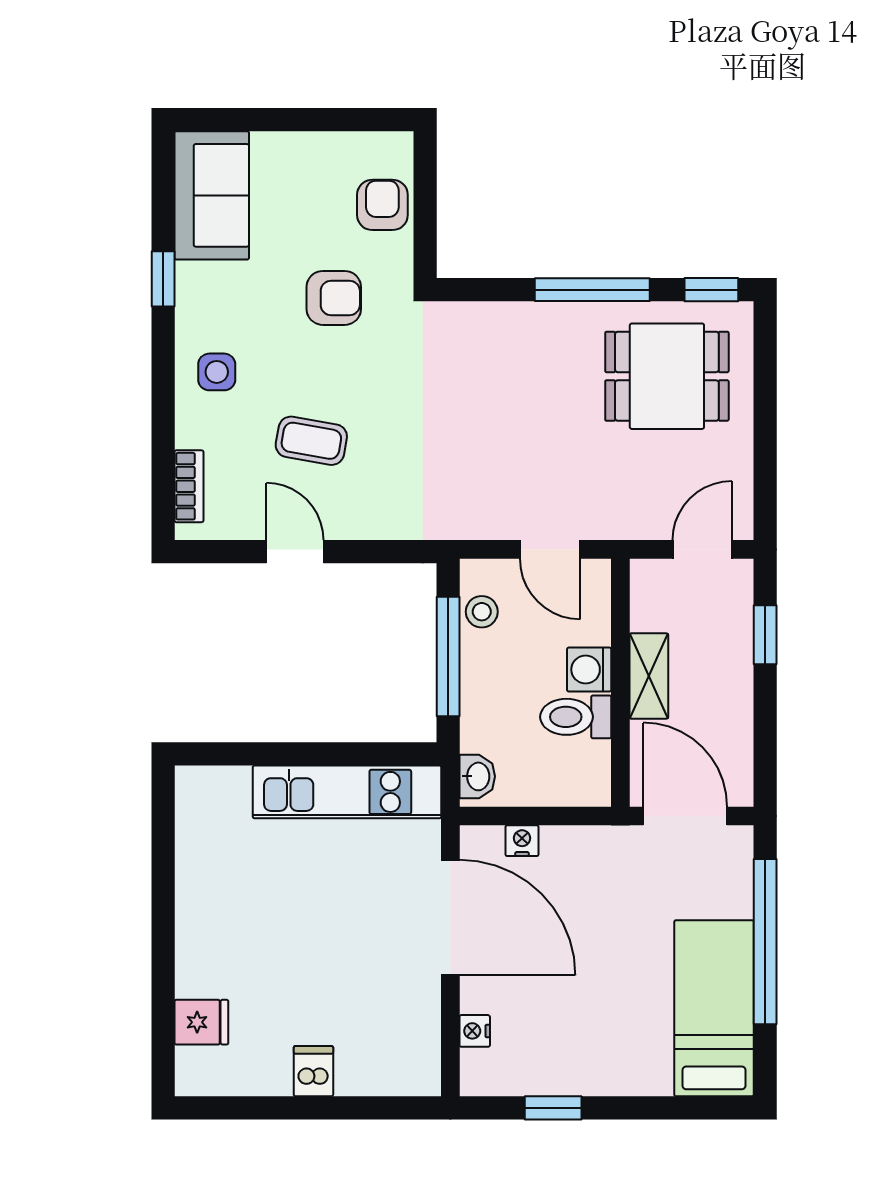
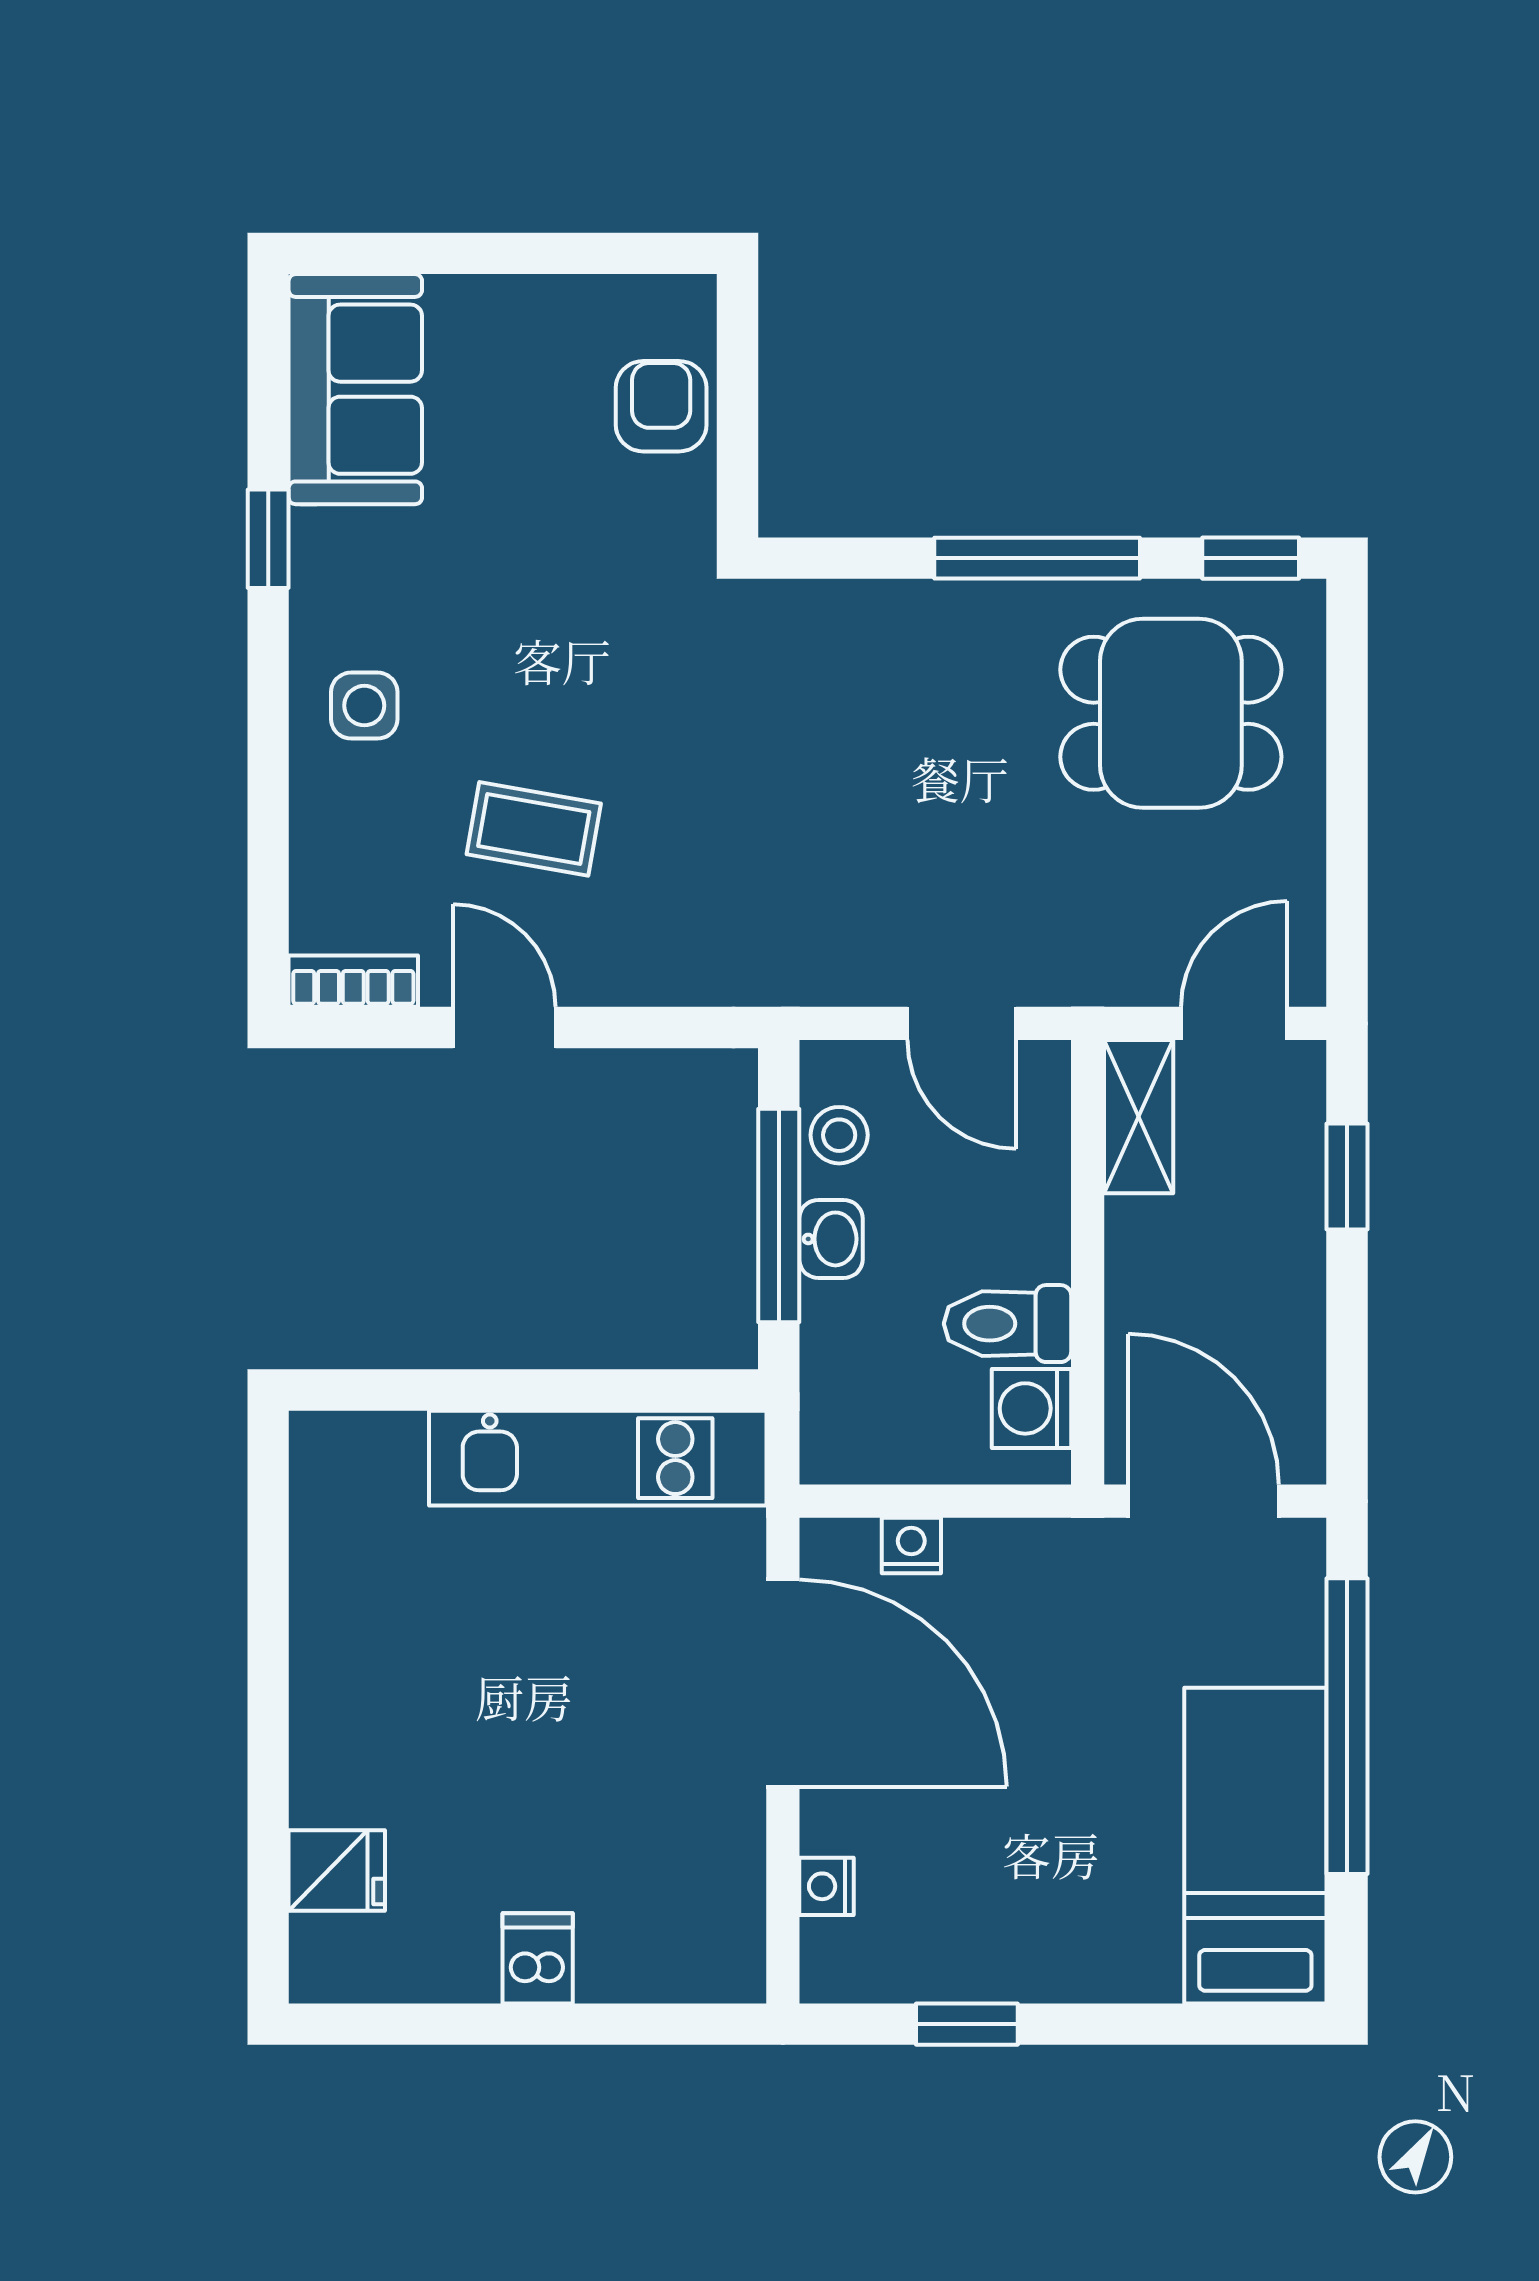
armchair: (334, 298) -> (574, 573), removed
bookcase: (189, 486) -> (353, 981), moved, turned -90
washing machine: (589, 670) -> (1032, 1408), moved
shelving: (649, 676) -> (1139, 1117), moved
washbasin: (477, 776) -> (831, 1239), moved

